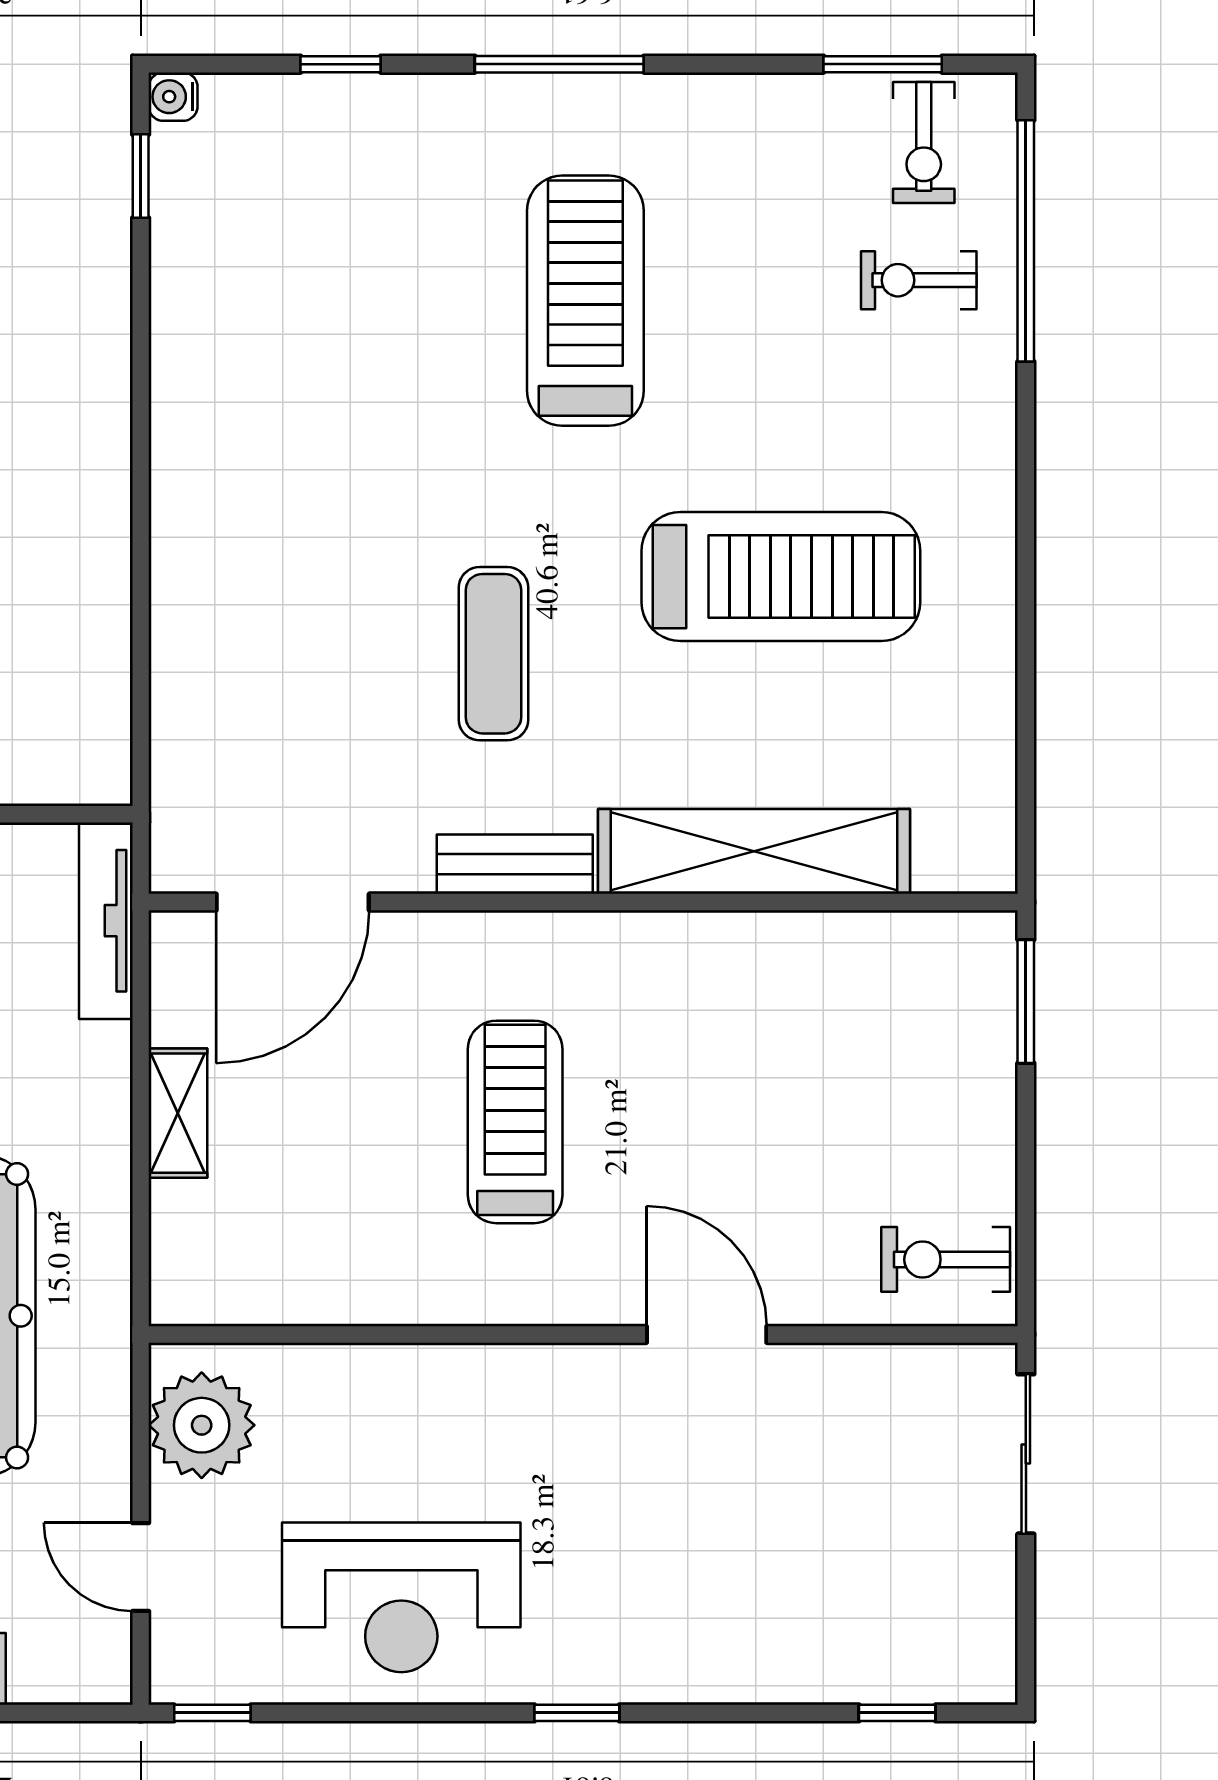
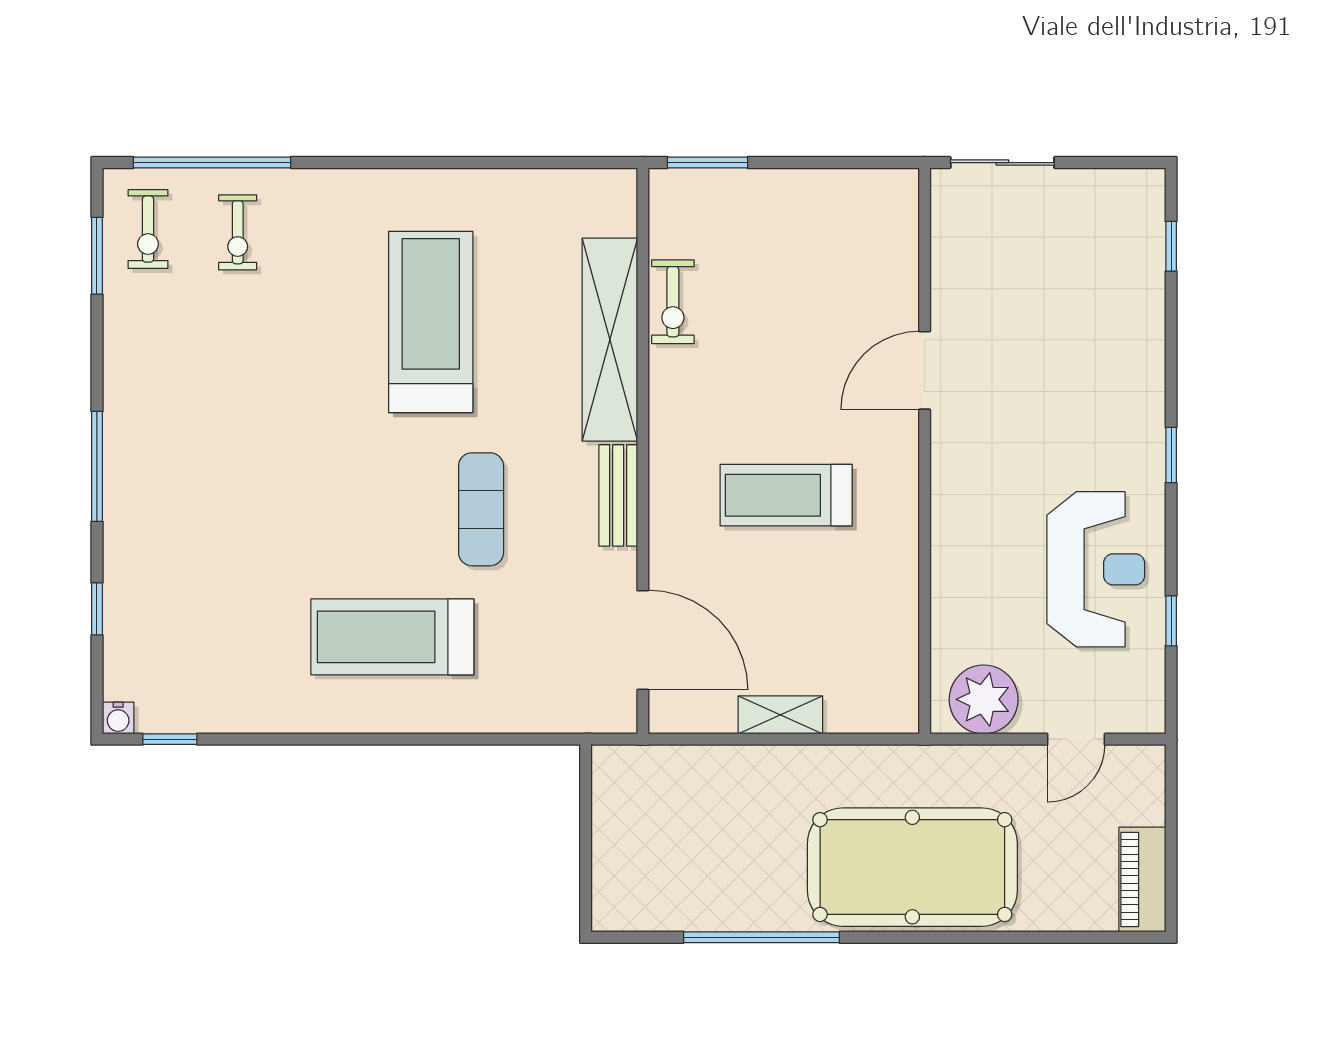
exercise bike: (924, 143) -> (148, 229), turned 90
treadmill: (585, 301) -> (392, 637), moved
exercise mat: (493, 654) -> (481, 509), turned 90
tv unit: (106, 921) -> (655, 762), removed
exercise bike: (946, 1259) -> (673, 302), moved
window: (212, 1713) -> (1171, 621), moved

